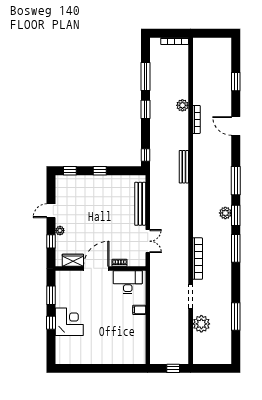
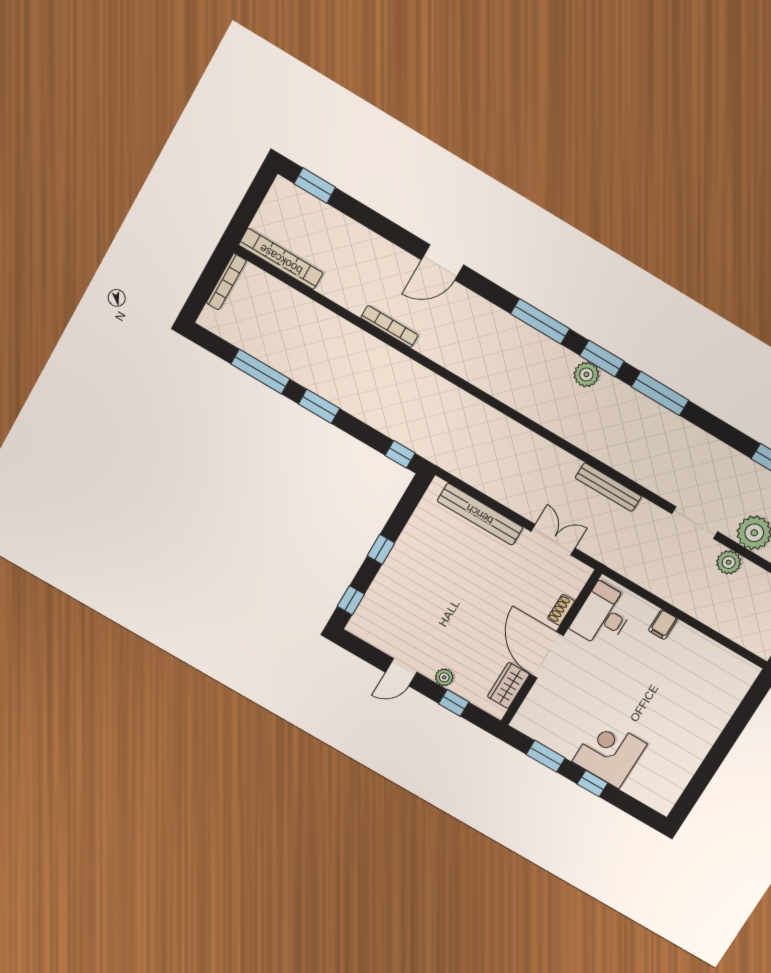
window: (236, 82) -> (315, 186), moved
plant: (182, 105) -> (729, 562), moved
bench: (184, 167) -> (608, 487), moved
door: (51, 211) -> (401, 672), hinge flipped
bookcase: (198, 259) -> (281, 259), moved

